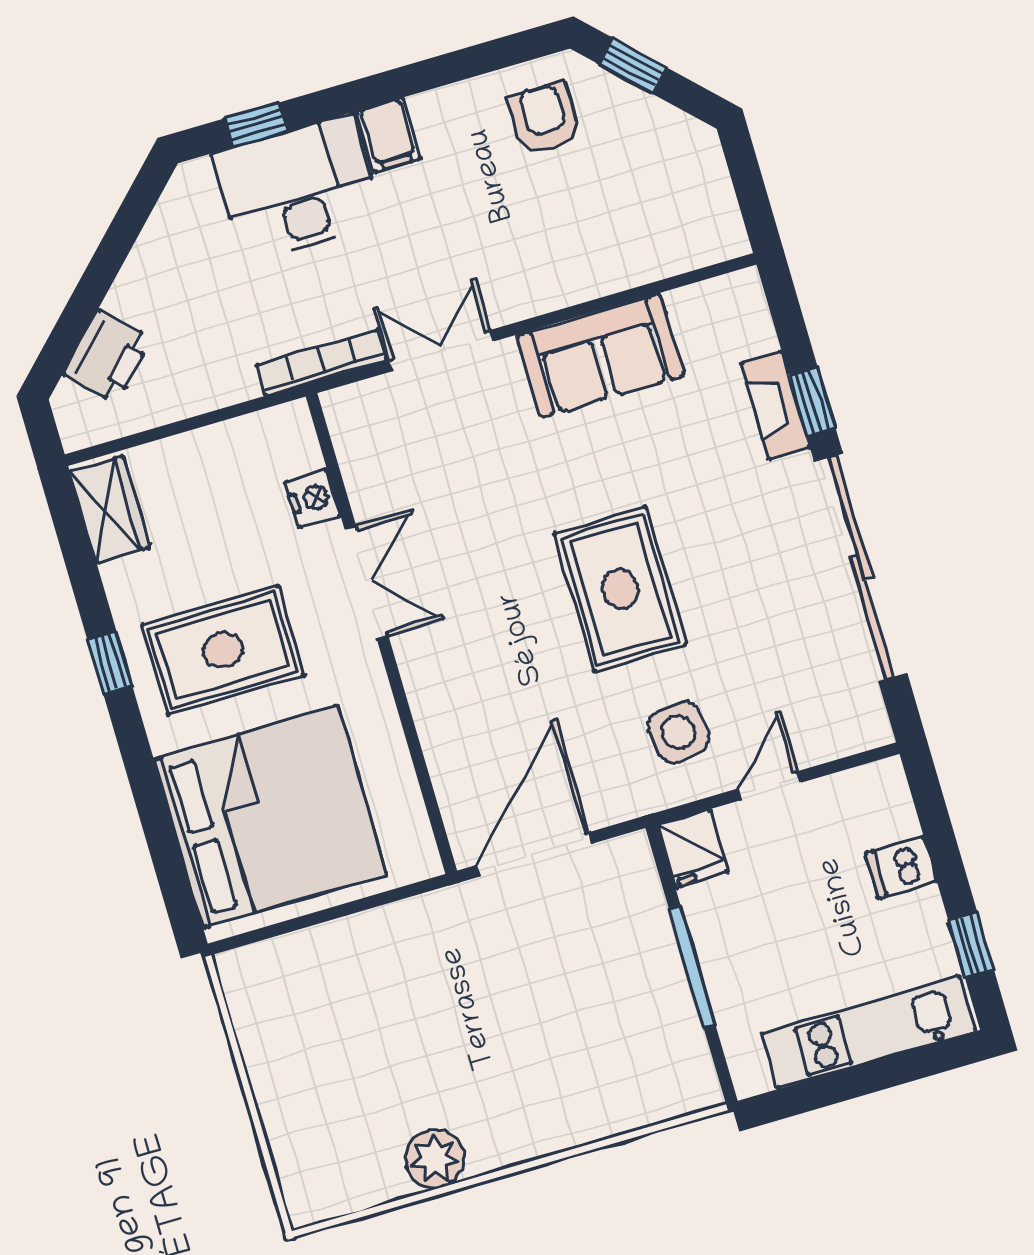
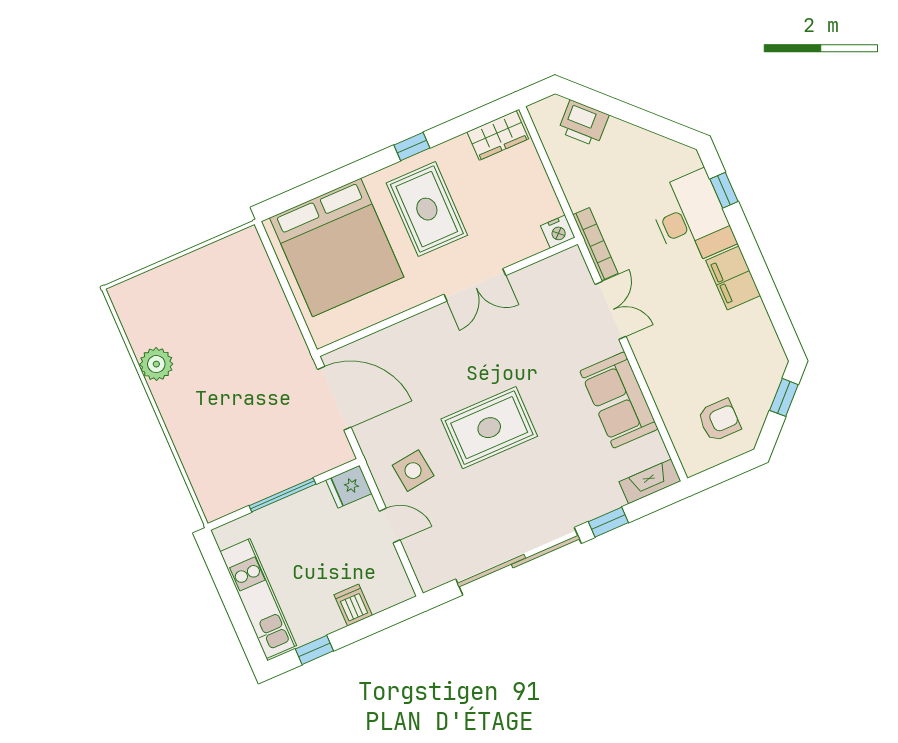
armchair: (544, 119) -> (719, 420), moved
filing cabinet: (389, 135) -> (733, 278), width x2.00
fireplace: (775, 405) -> (650, 481), moved
nightstand: (313, 498) -> (558, 232), moved

